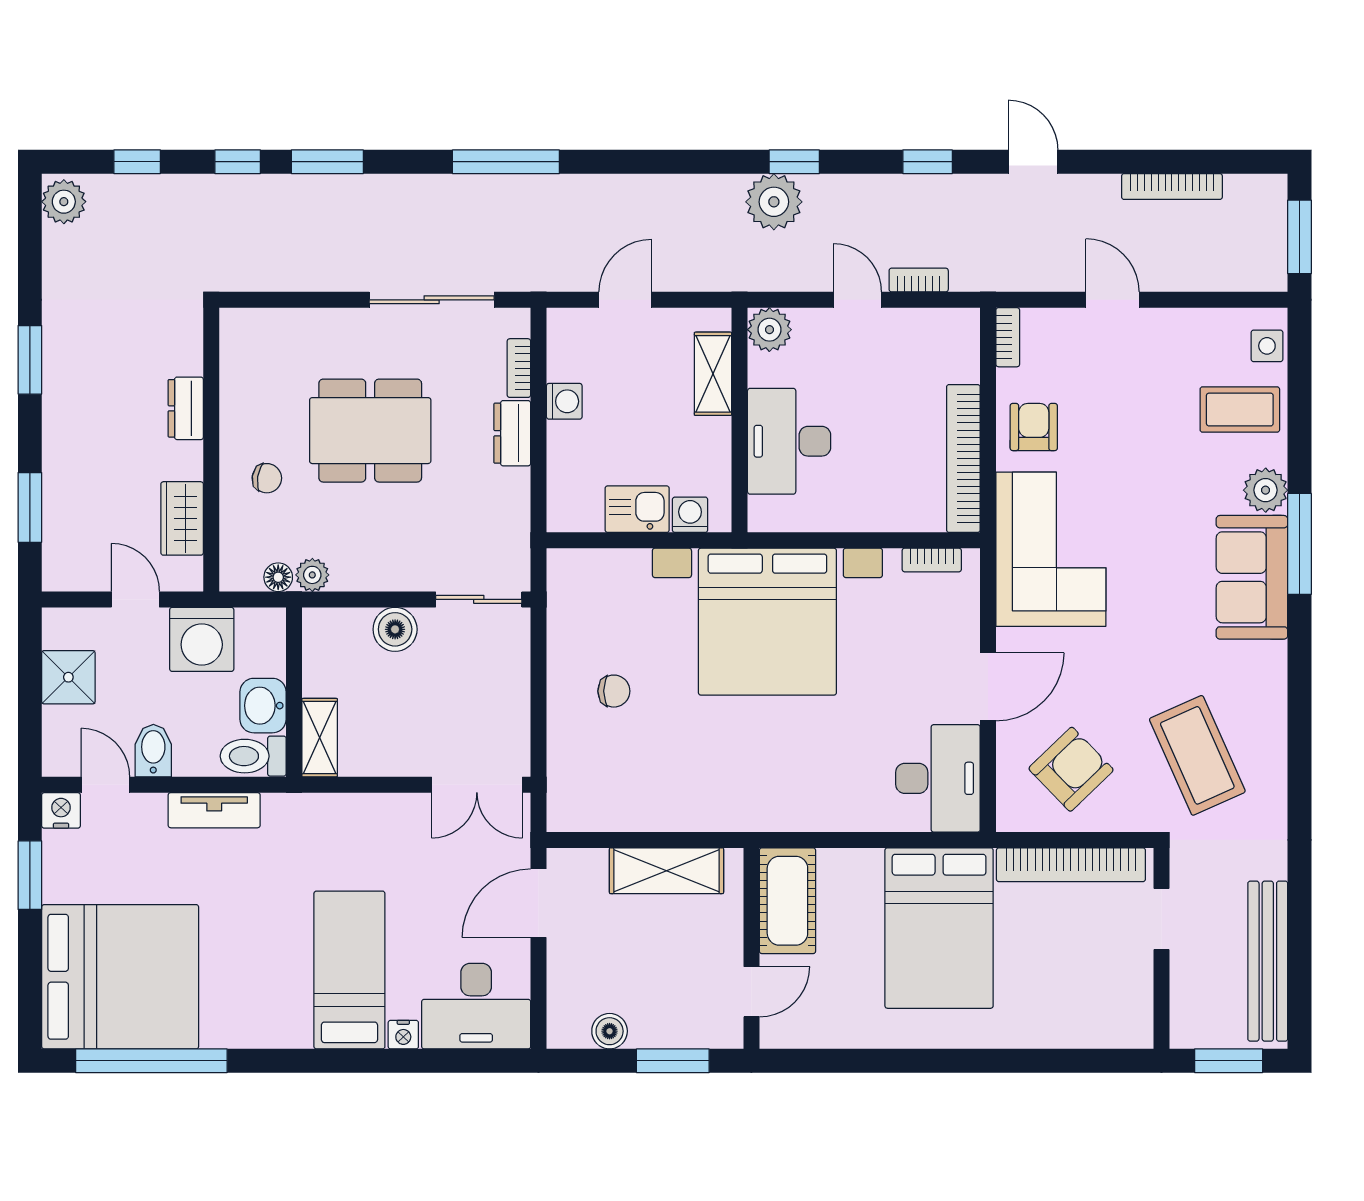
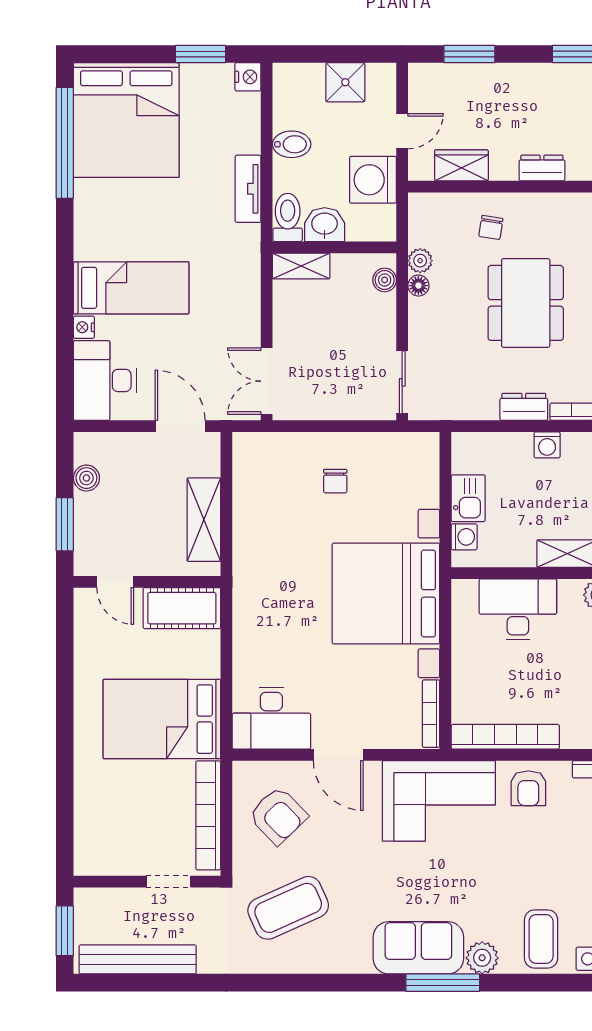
armchair: (1034, 427) -> (528, 788), turned 90
bookcase: (932, 560) -> (431, 714), width x1.56
floor lamp: (278, 577) -> (418, 286), moved
boiler: (395, 629) -> (385, 280), moved, width x0.73, depth x0.73
door: (105, 785) -> (267, 109), removed

